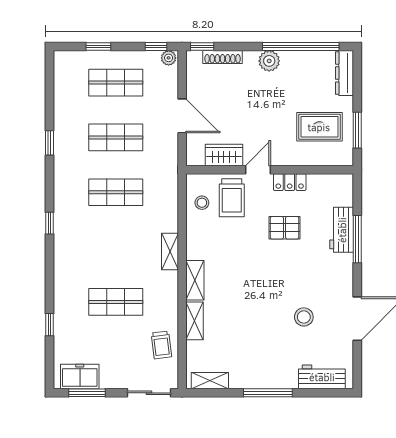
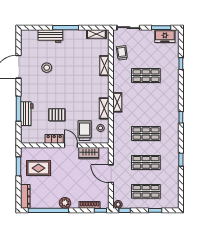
door: (258, 170) -> (71, 145), swing flipped
shelving: (195, 280) -> (104, 108), moved
workbench: (322, 377) -> (50, 36), moved

